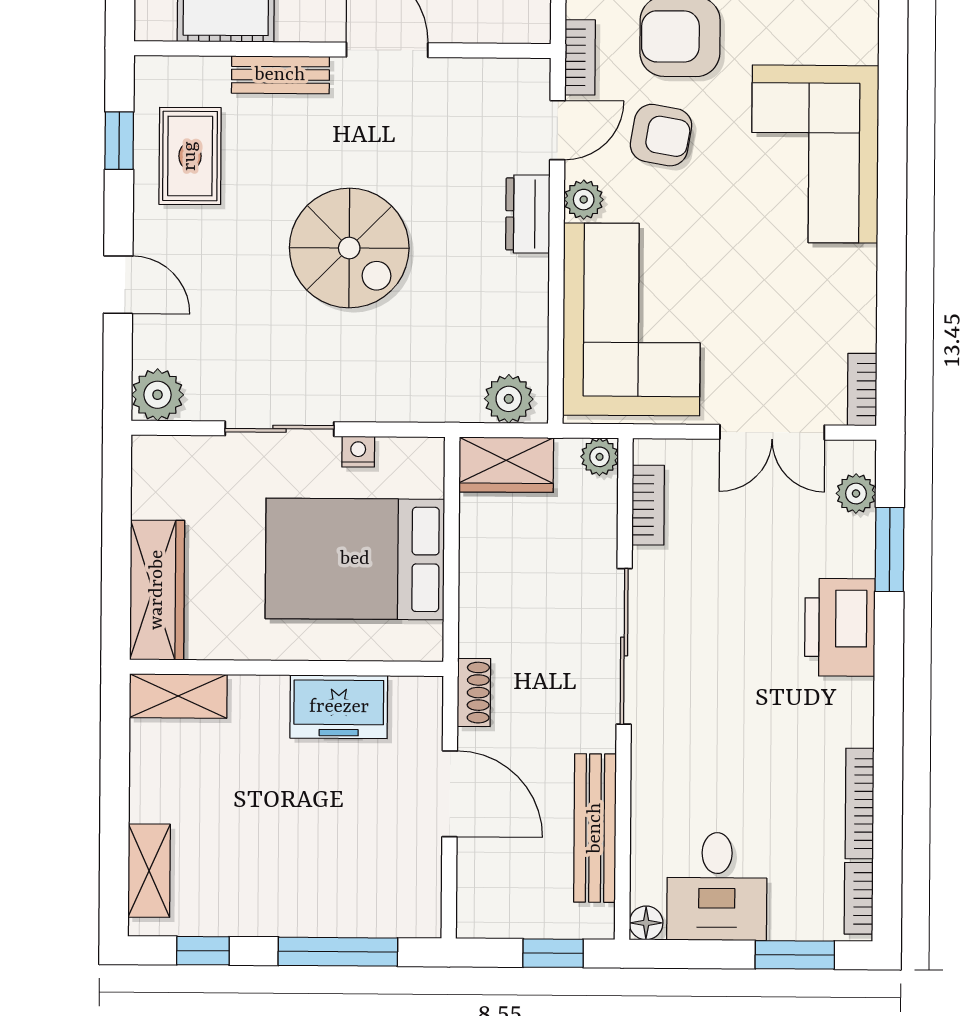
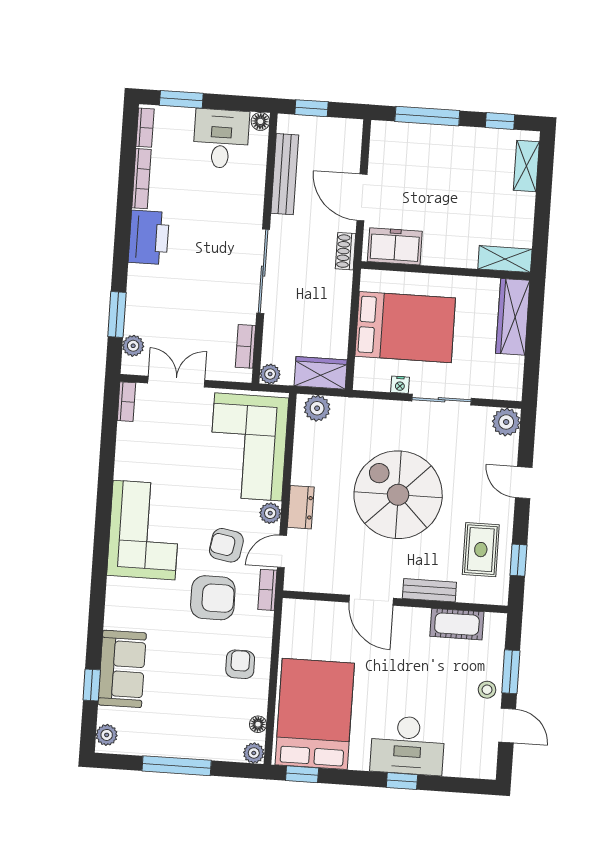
spiral stairs: (349, 248) -> (398, 495), width x1.37, depth x1.37
printer: (840, 627) -> (149, 237), moved
freezer: (339, 707) -> (395, 246), moved

